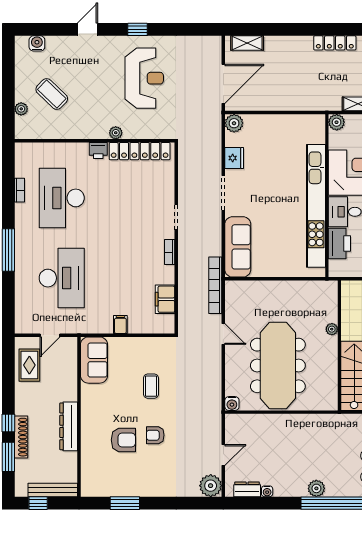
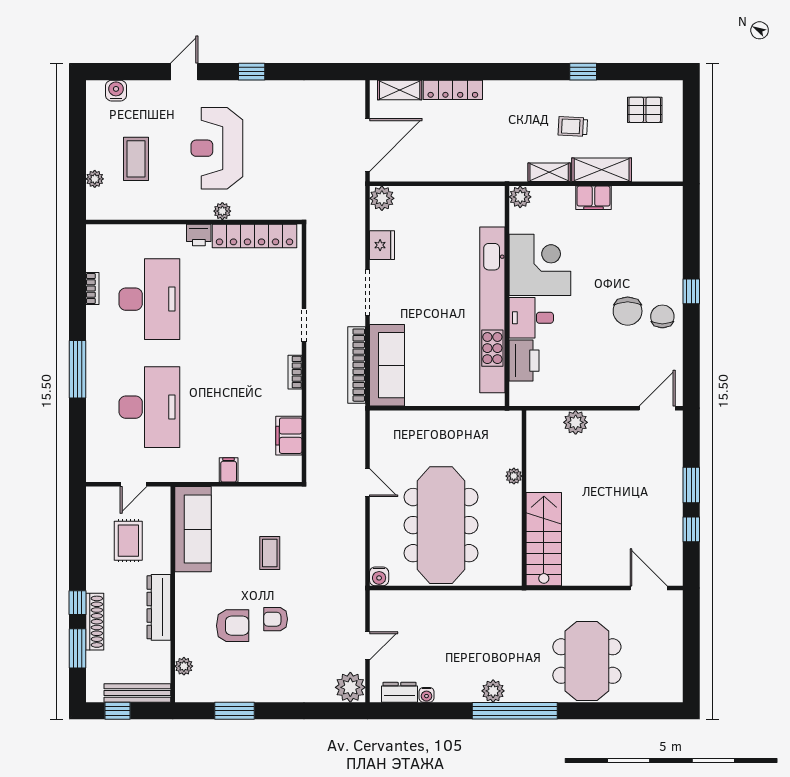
locker: (335, 43) -> (453, 90), moved
reception desk: (144, 78) -> (217, 148), moved, turned 180
coffee table: (52, 94) -> (136, 159), turned 46
desk: (62, 198) -> (149, 299), turned 180
bookcase: (215, 285) -> (357, 365), moved
sofa: (94, 360) -> (193, 529), width x1.36
rug: (29, 365) -> (128, 541), moved
plant: (87, 470) -> (184, 666), added

